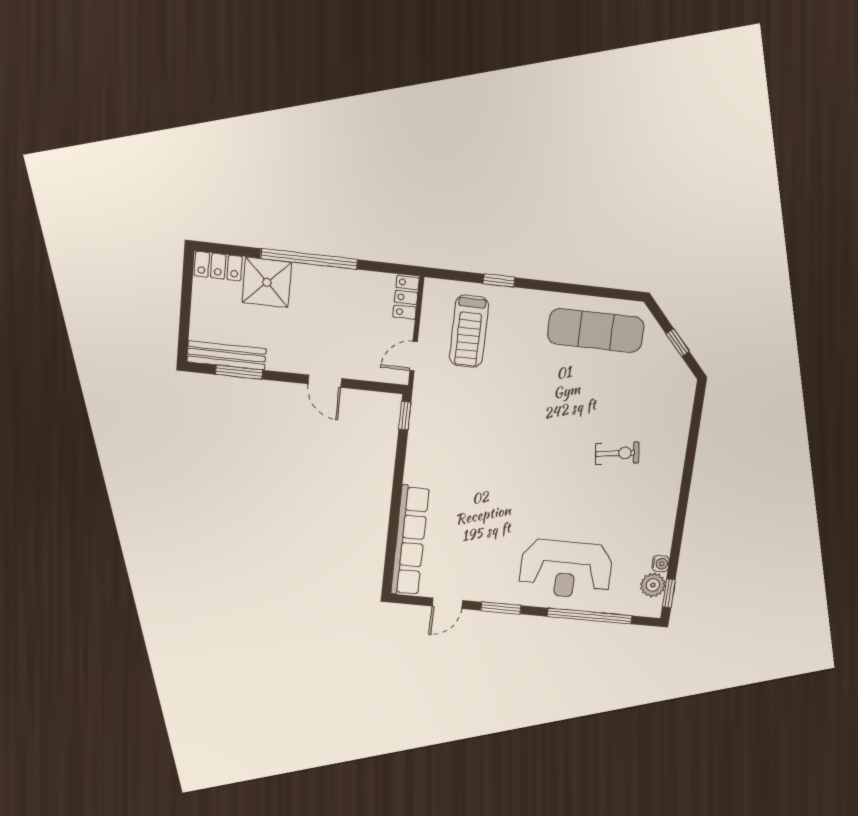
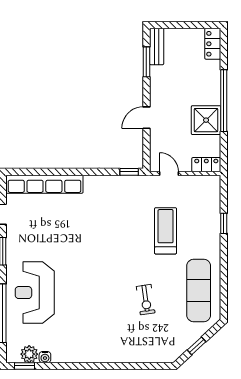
shower: (267, 282) -> (206, 120), moved
treadmill: (469, 331) -> (166, 231), moved, turned 90
bench: (227, 355) -> (157, 47), width x0.73
exercise bike: (617, 453) -> (146, 300), moved

